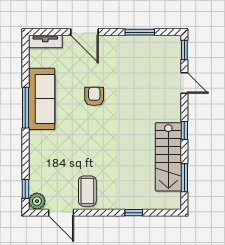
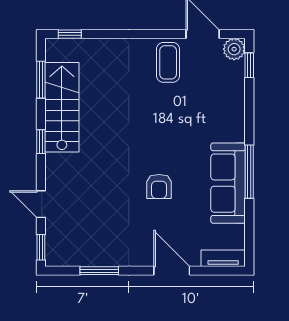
window: (134, 213) -> (70, 34), moved

